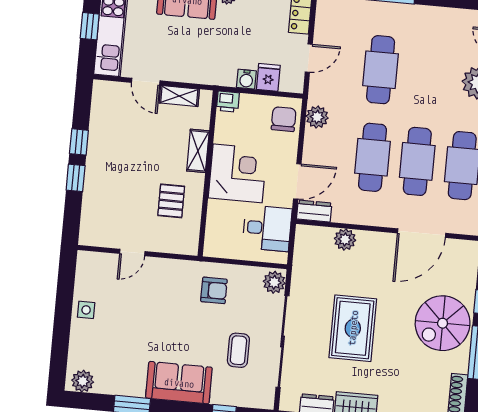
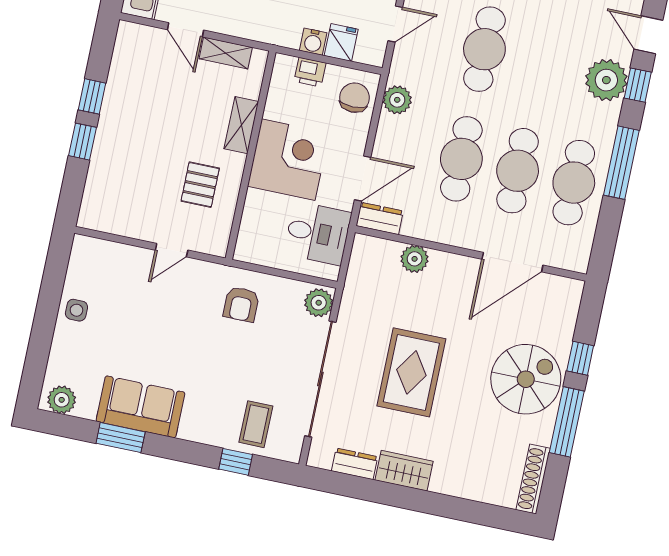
printer: (228, 102) -> (310, 72), moved
door: (132, 252) -> (172, 250), moved
armchair: (214, 290) -> (241, 304), turned 90
spiral stairs: (443, 323) -> (526, 379), turned 180
coffee table: (238, 350) -> (256, 424), moved
sofa: (179, 383) -> (141, 407), moved

